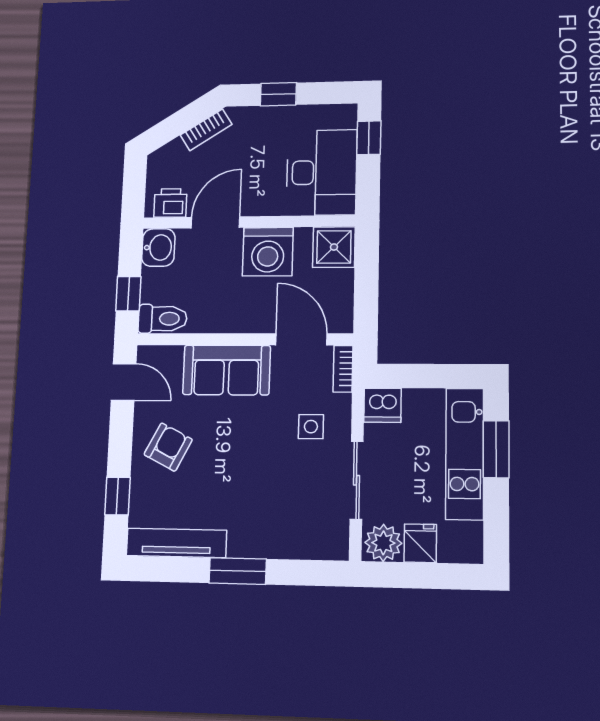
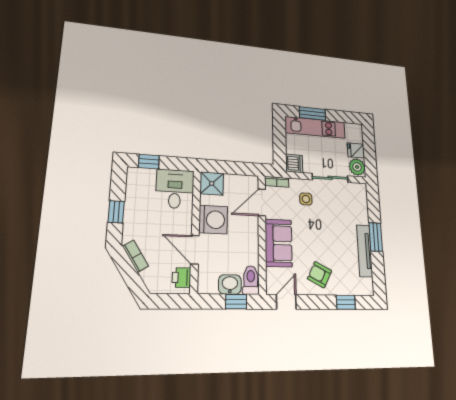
desk: (322, 172) -> (175, 189), width x0.73
washbasin: (158, 247) -> (230, 284), moved
tv unit: (176, 543) -> (365, 251), moved

